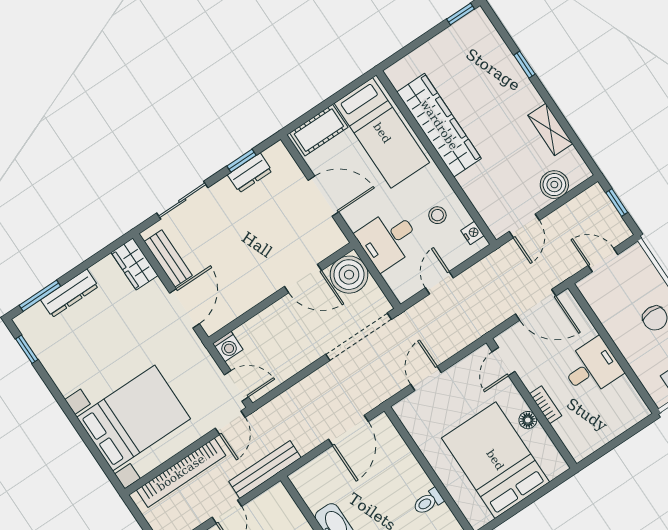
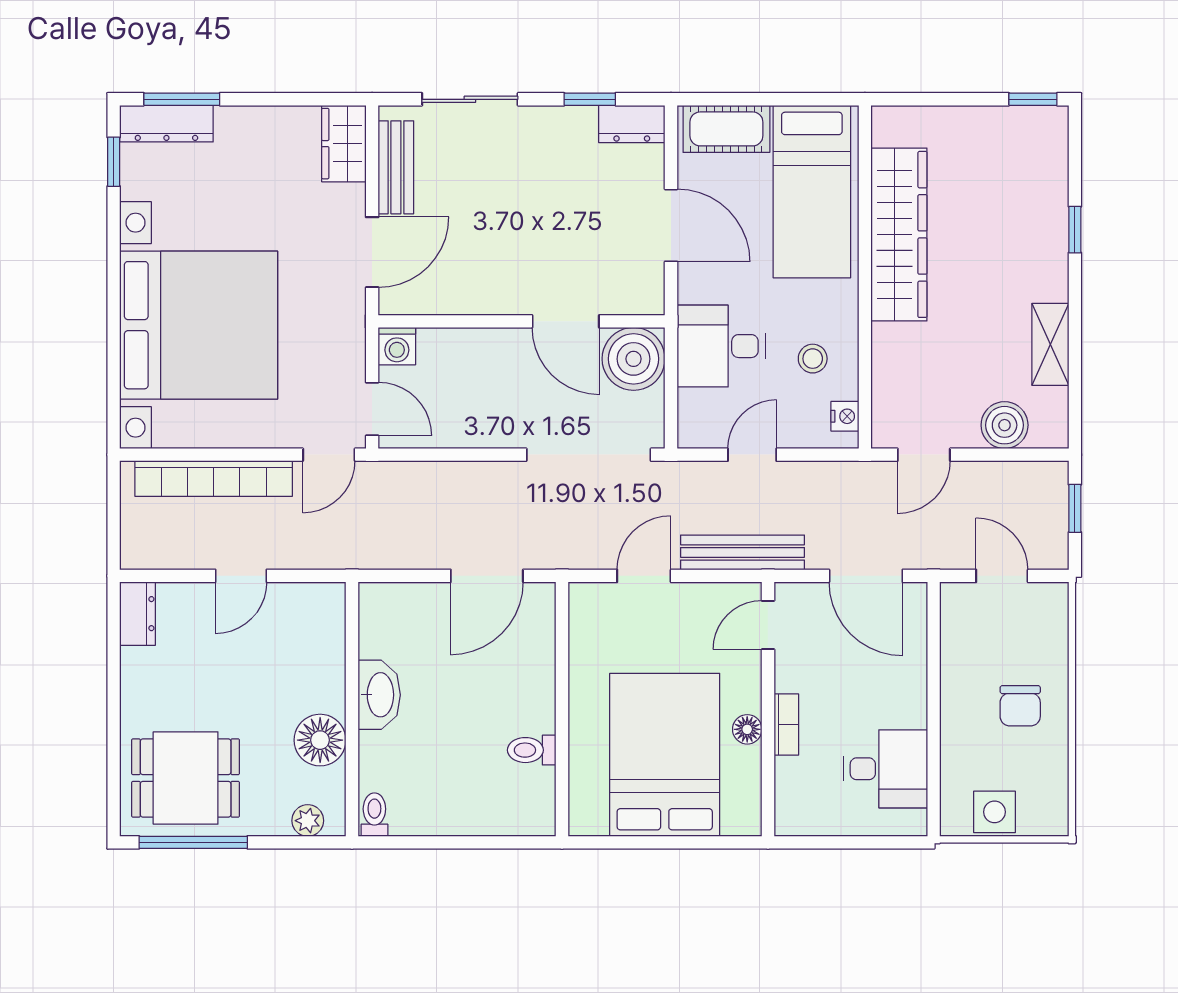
dresser: (250, 173) -> (632, 124), moved
dresser: (70, 293) -> (166, 124), moved
desk: (592, 368) -> (885, 769), moved
bed with nightstands: (134, 418) -> (199, 325), width x1.36
bench: (265, 469) -> (743, 552), moved

